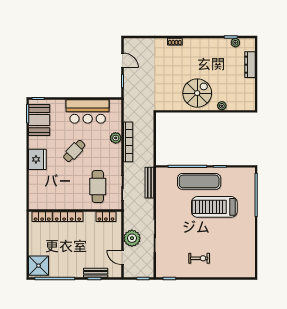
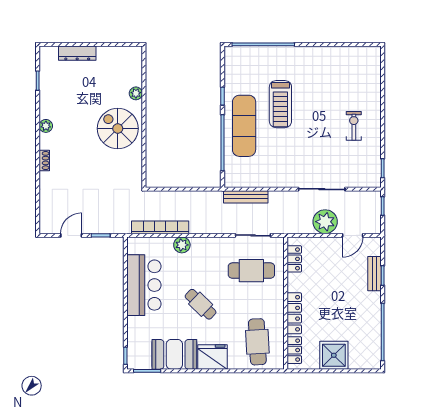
plant: (235, 43) -> (46, 126), moved
booth: (39, 120) -> (174, 354), moved
bookcase: (128, 142) -> (160, 227), moved
cafe table: (48, 191) -> (257, 342), added
treadmill: (214, 207) -> (280, 104), width x0.73, depth x0.73
shower: (39, 266) -> (334, 355), moved

